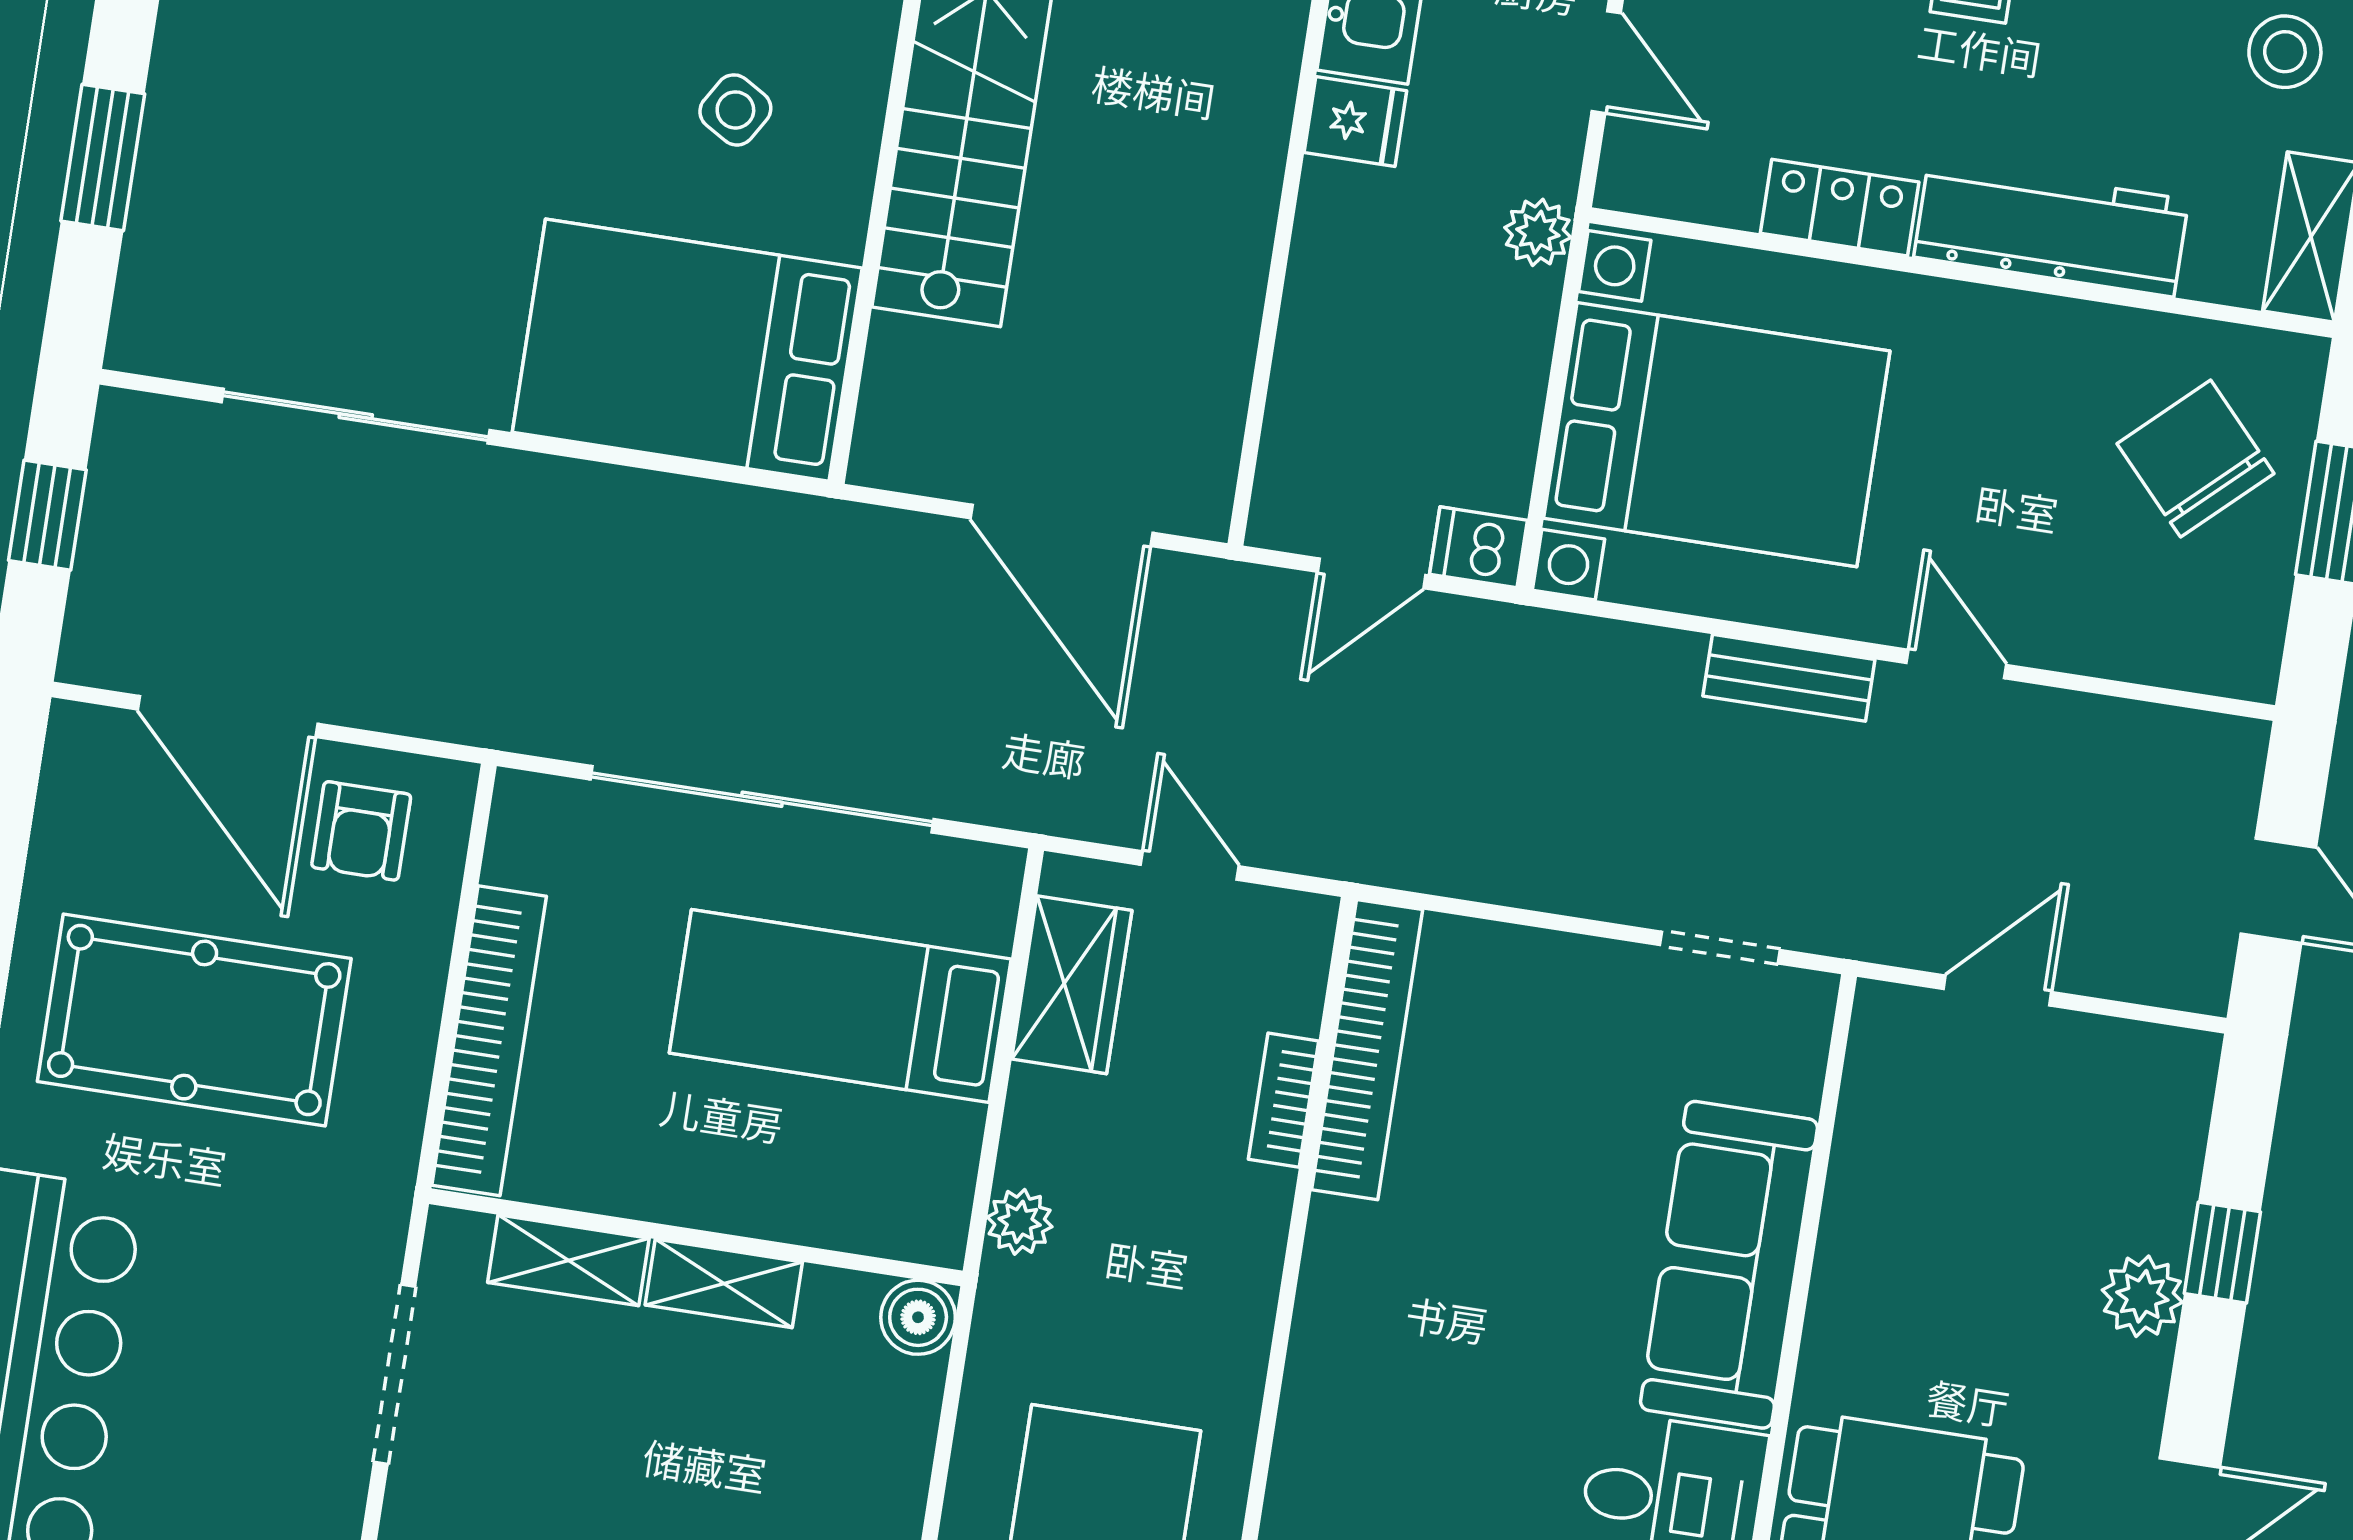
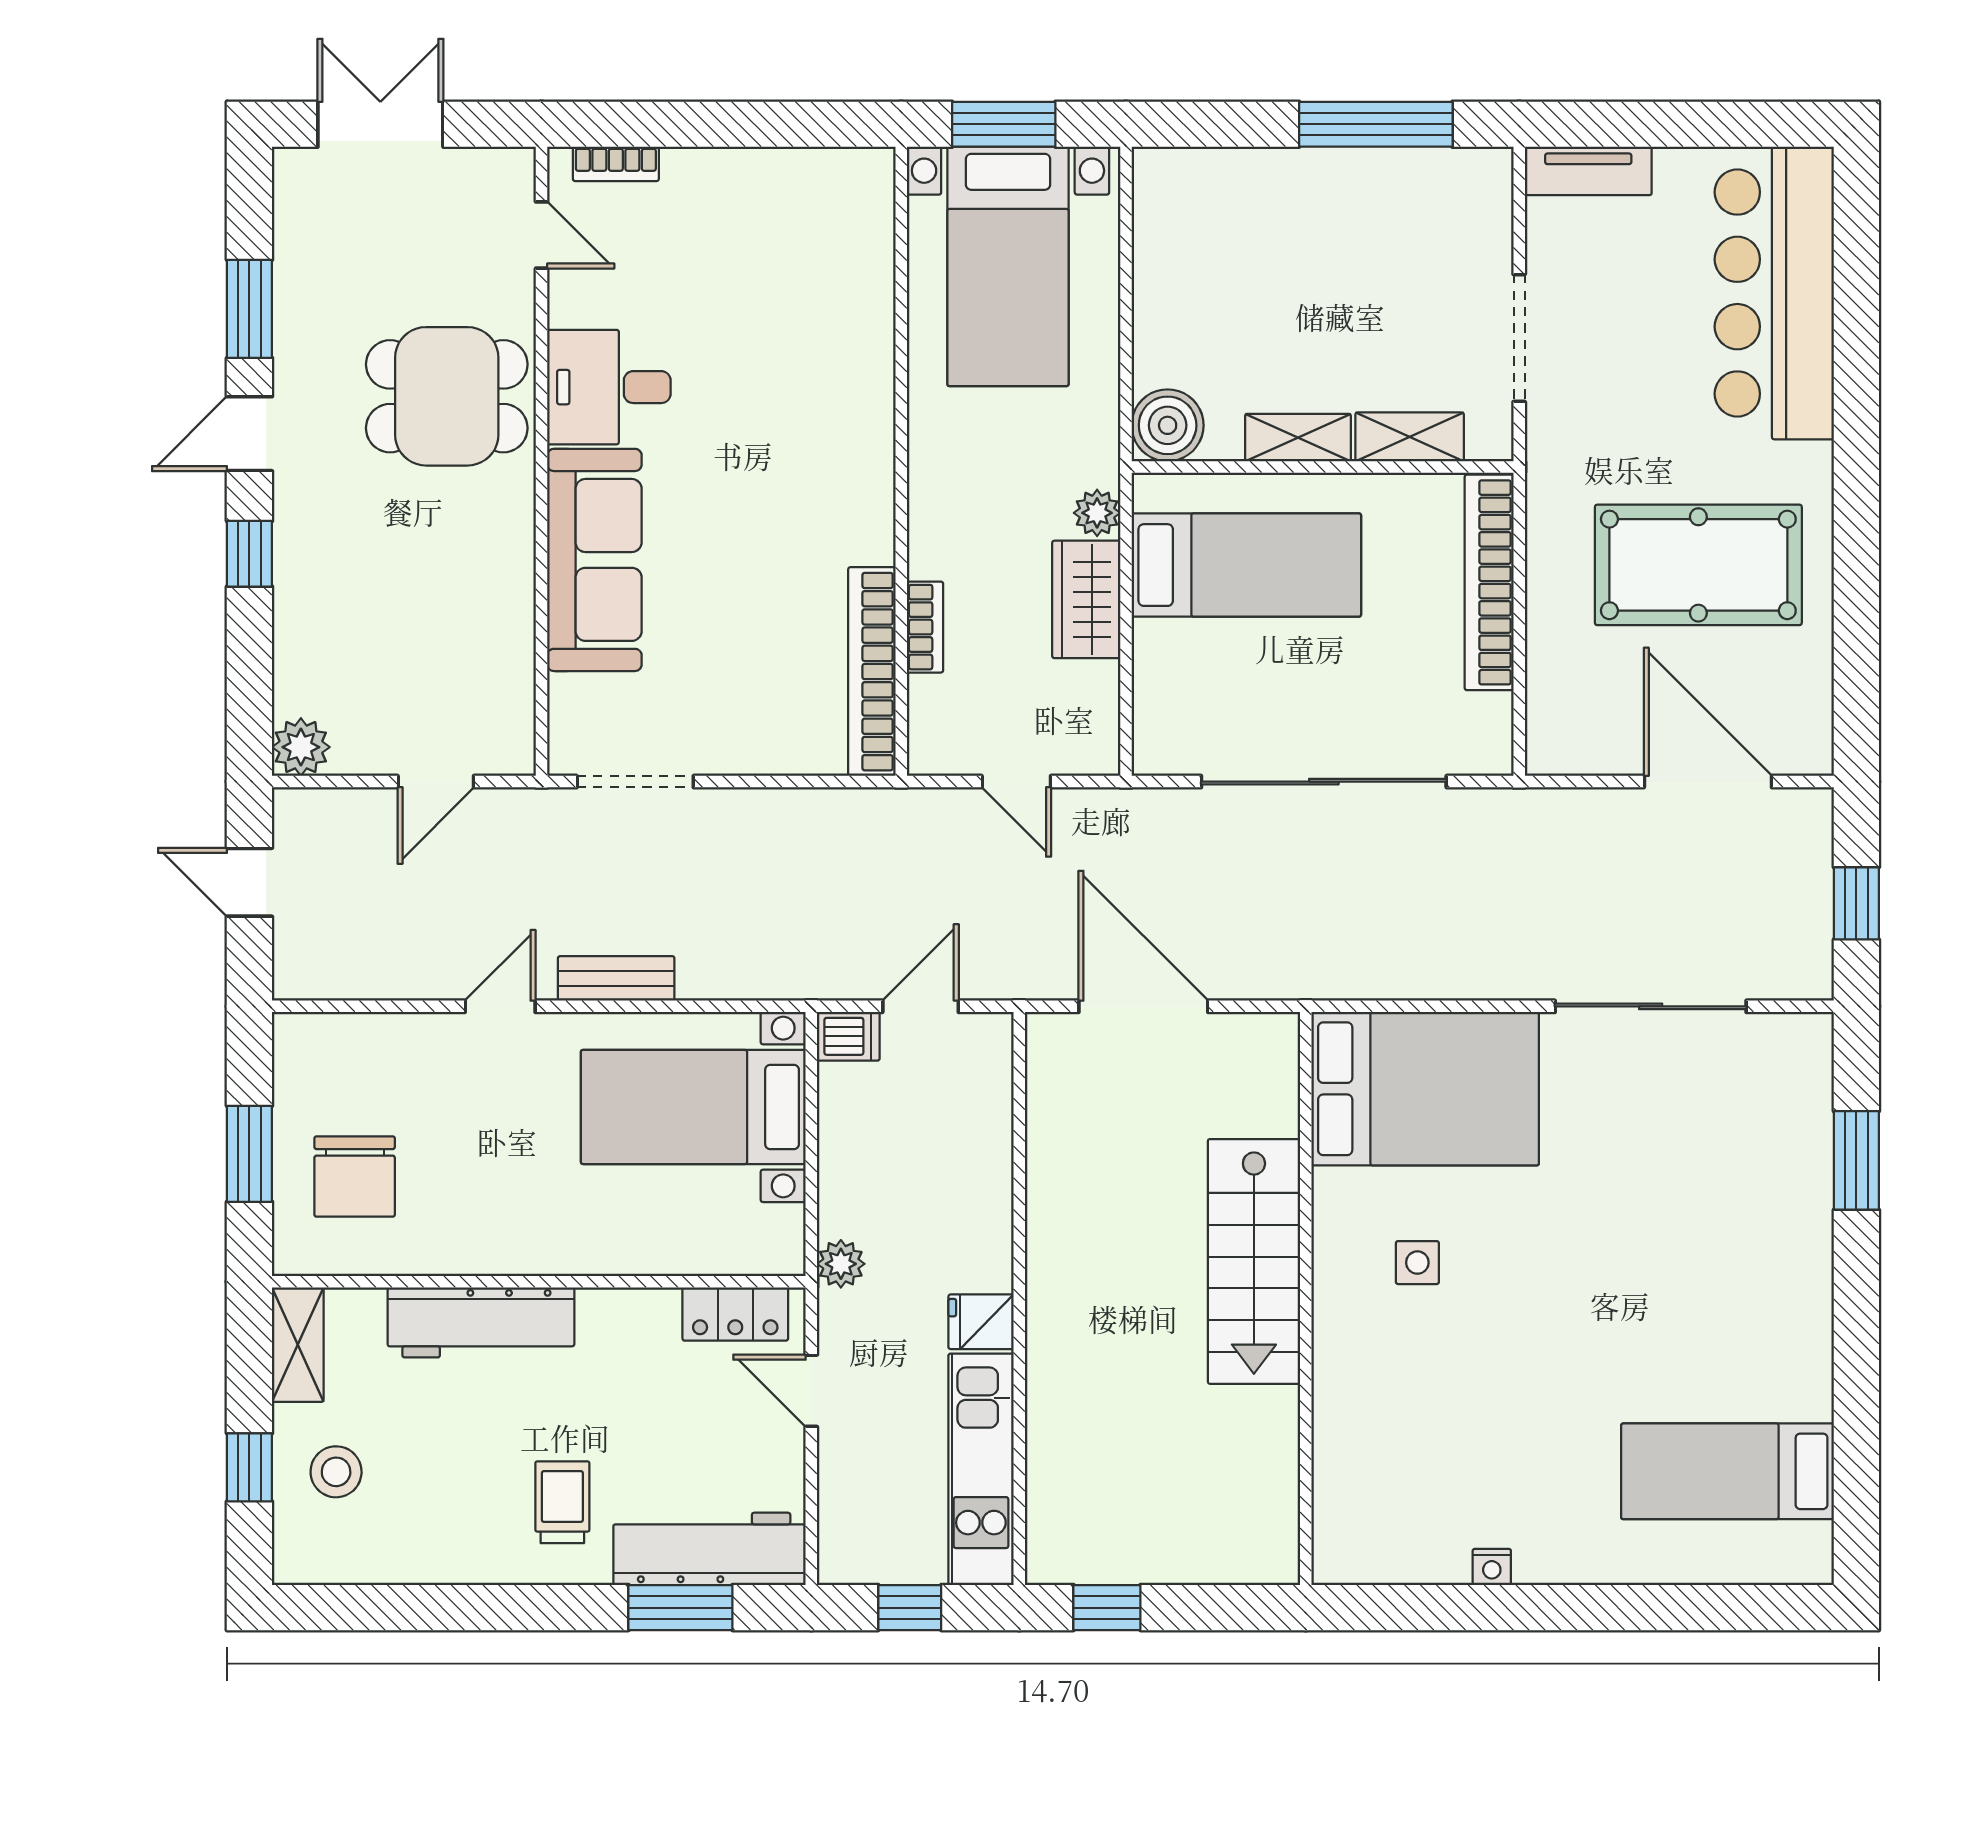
side table: (735, 110) -> (1417, 1263), turned -31
locker: (1840, 208) -> (735, 1314), moved
bed with nightstands: (1717, 435) -> (693, 1107), width x0.73
chair: (2196, 459) -> (355, 1177), turned 43
door: (1956, 664) -> (500, 1006), swing flipped
armchair: (361, 831) -> (1602, 716), removed
doorway: (1720, 948) -> (635, 782), width x1.38
wardrobe: (1072, 985) -> (1086, 599), moved
bed: (840, 1006) -> (1246, 565), moved
window: (2222, 1253) -> (249, 554), moved
plant: (2142, 1296) -> (301, 747), moved
boiler: (918, 1317) -> (1168, 425), width x1.36, depth x1.36

